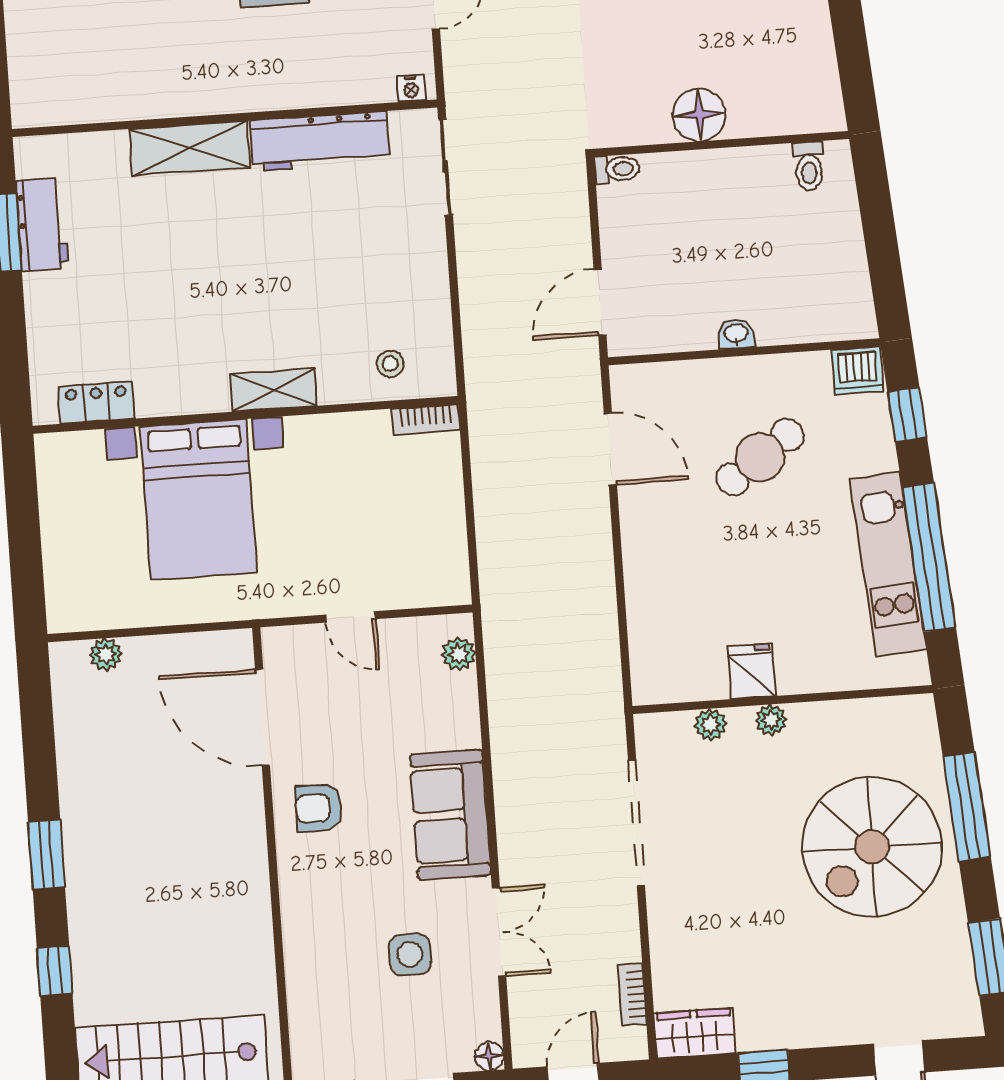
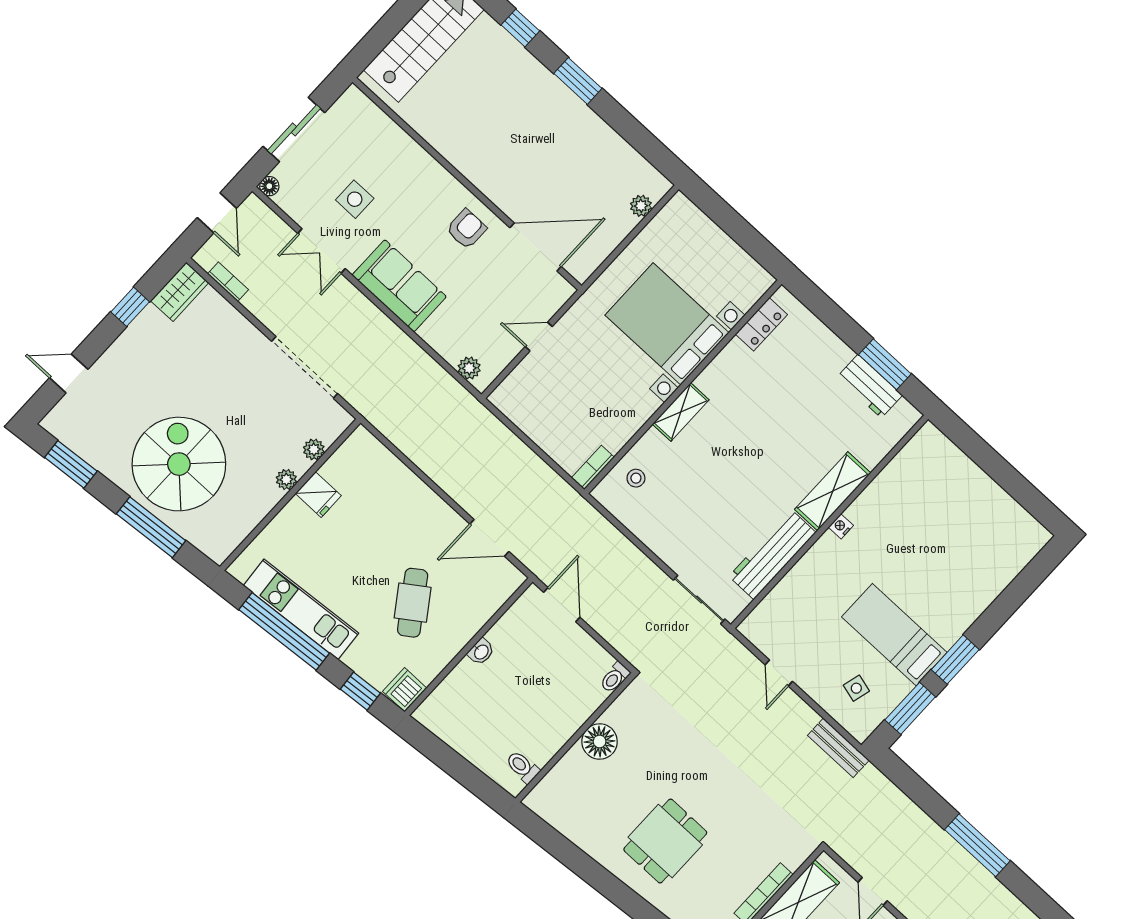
nightstand: (411, 88) -> (841, 526), moved

